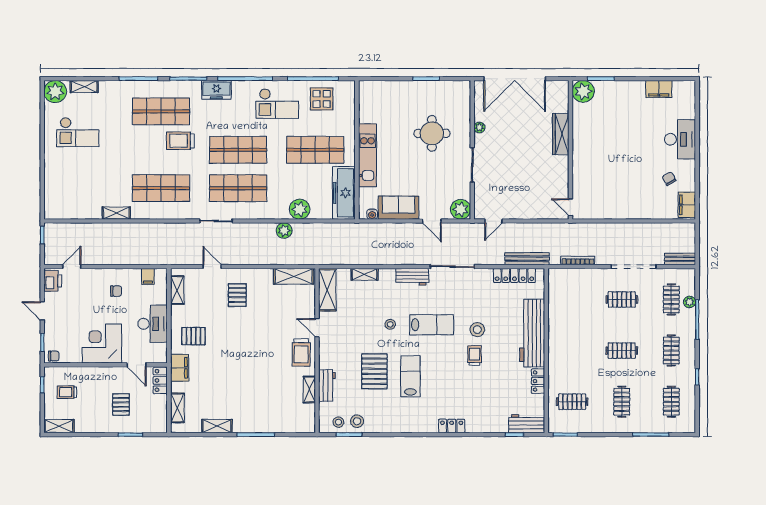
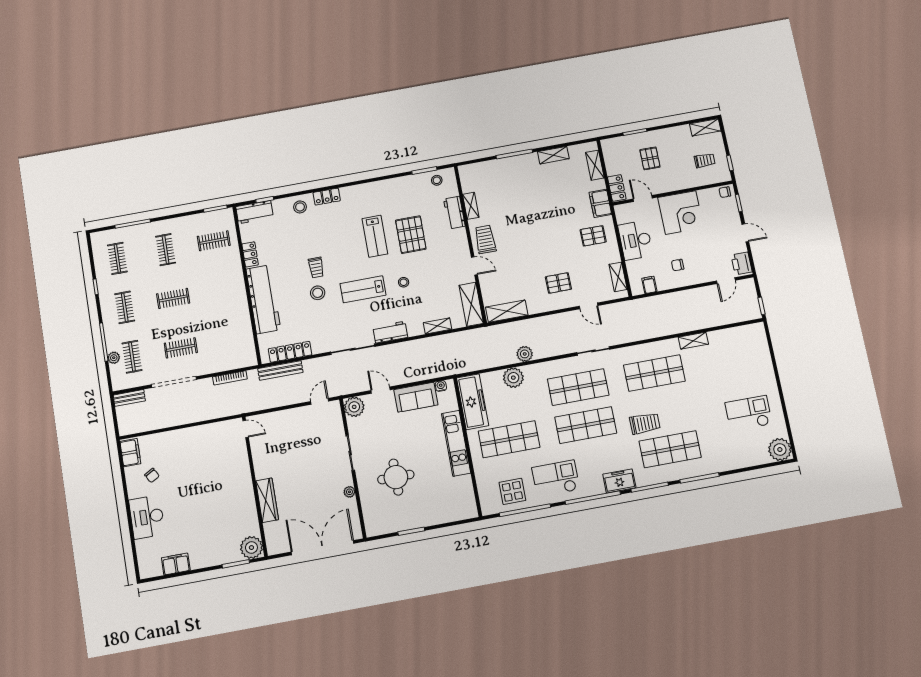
shelving: (84, 87) -> (752, 460), removed
pallet: (237, 295) -> (558, 283), turned 90
stool: (357, 421) -> (300, 207), moved

